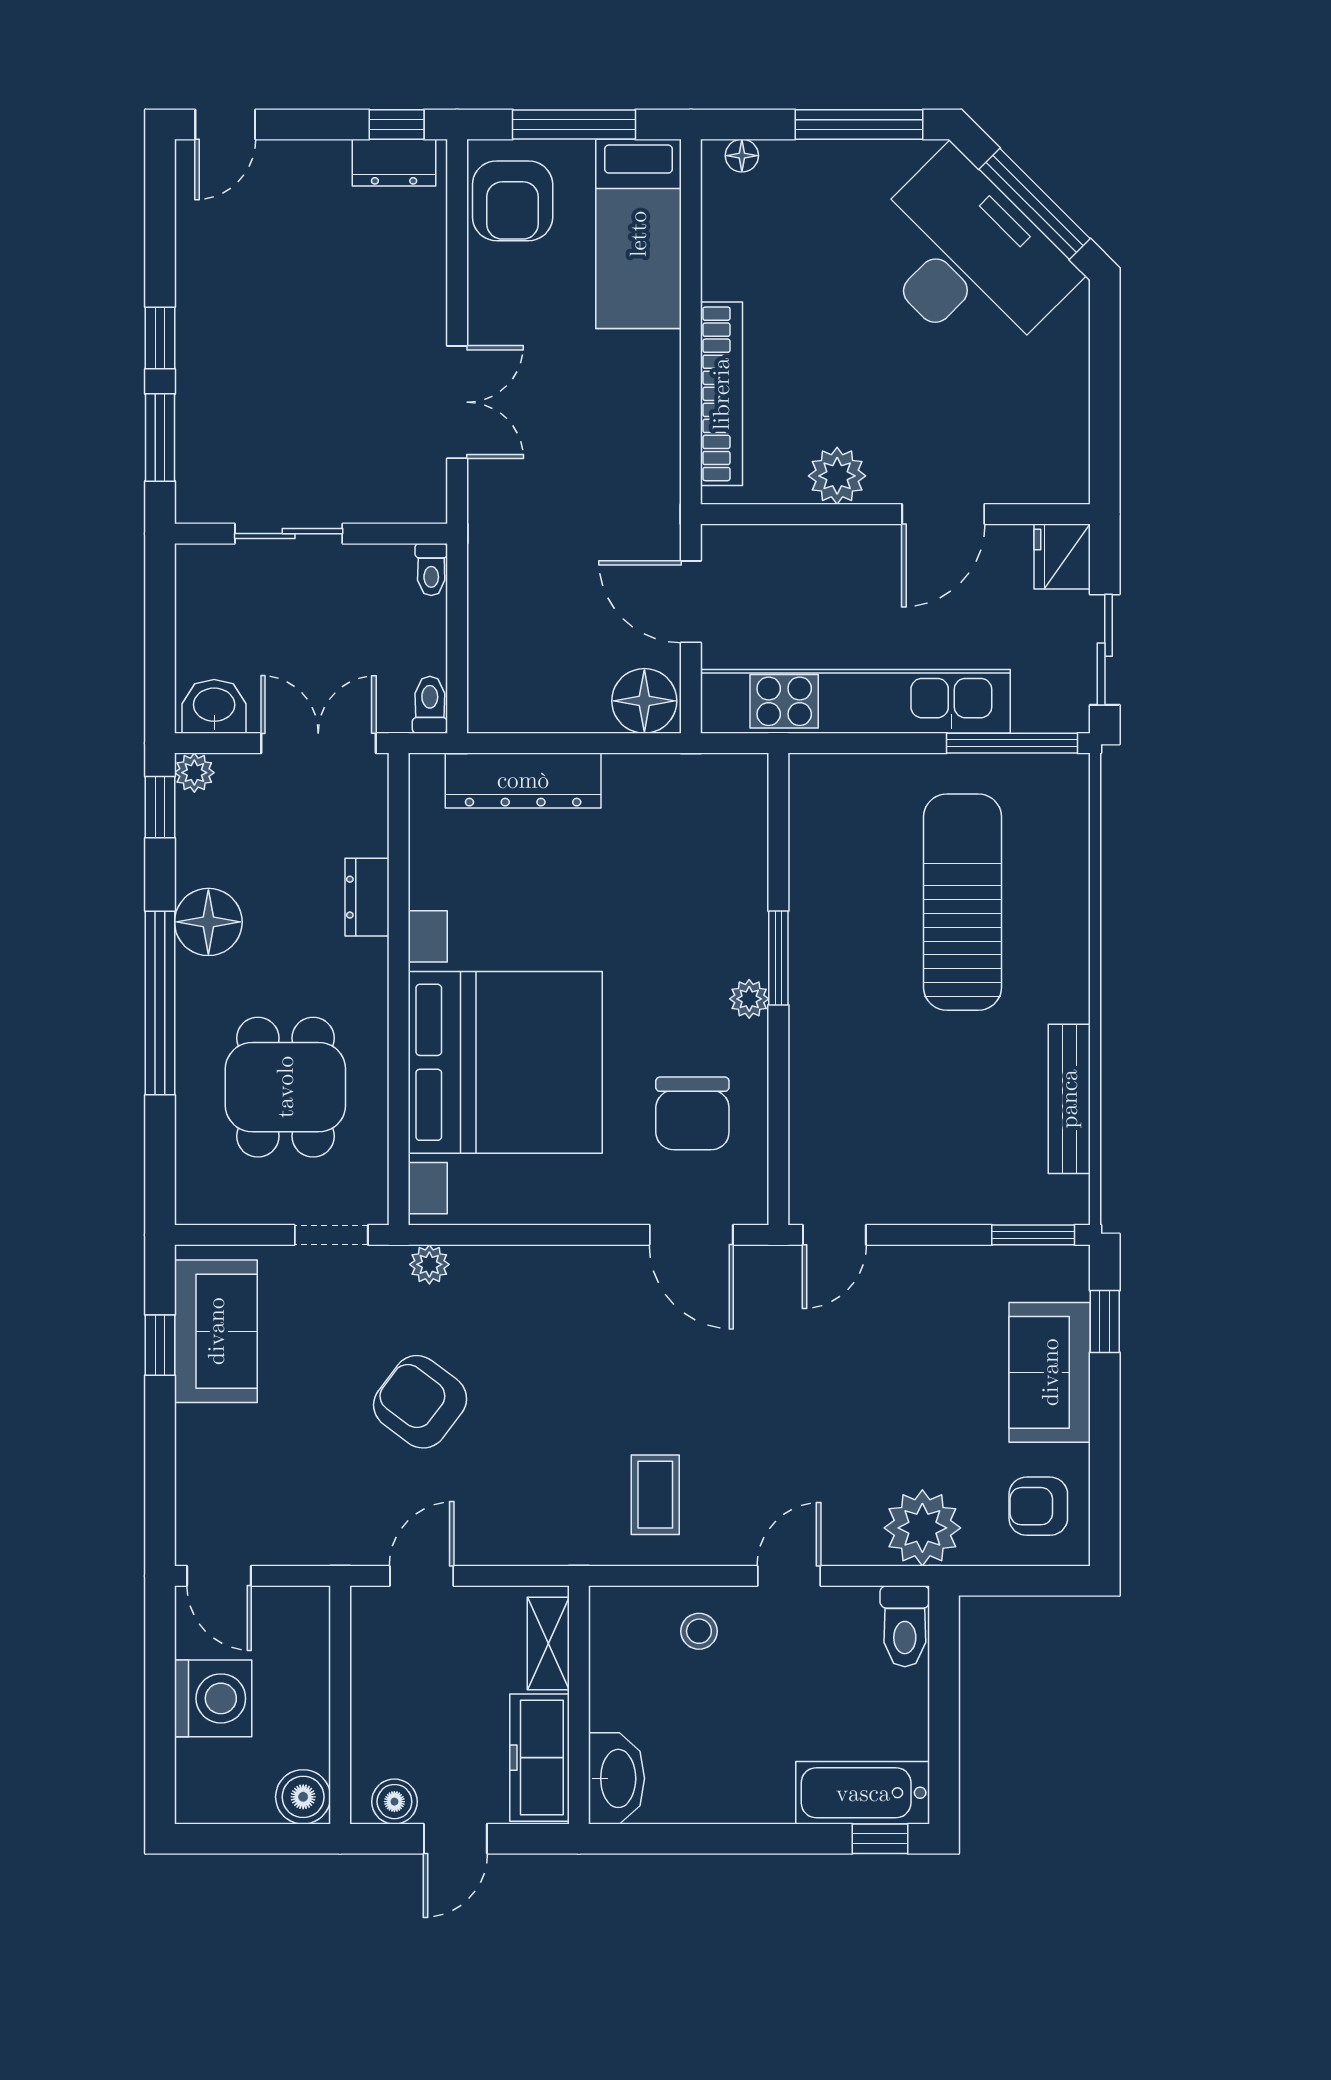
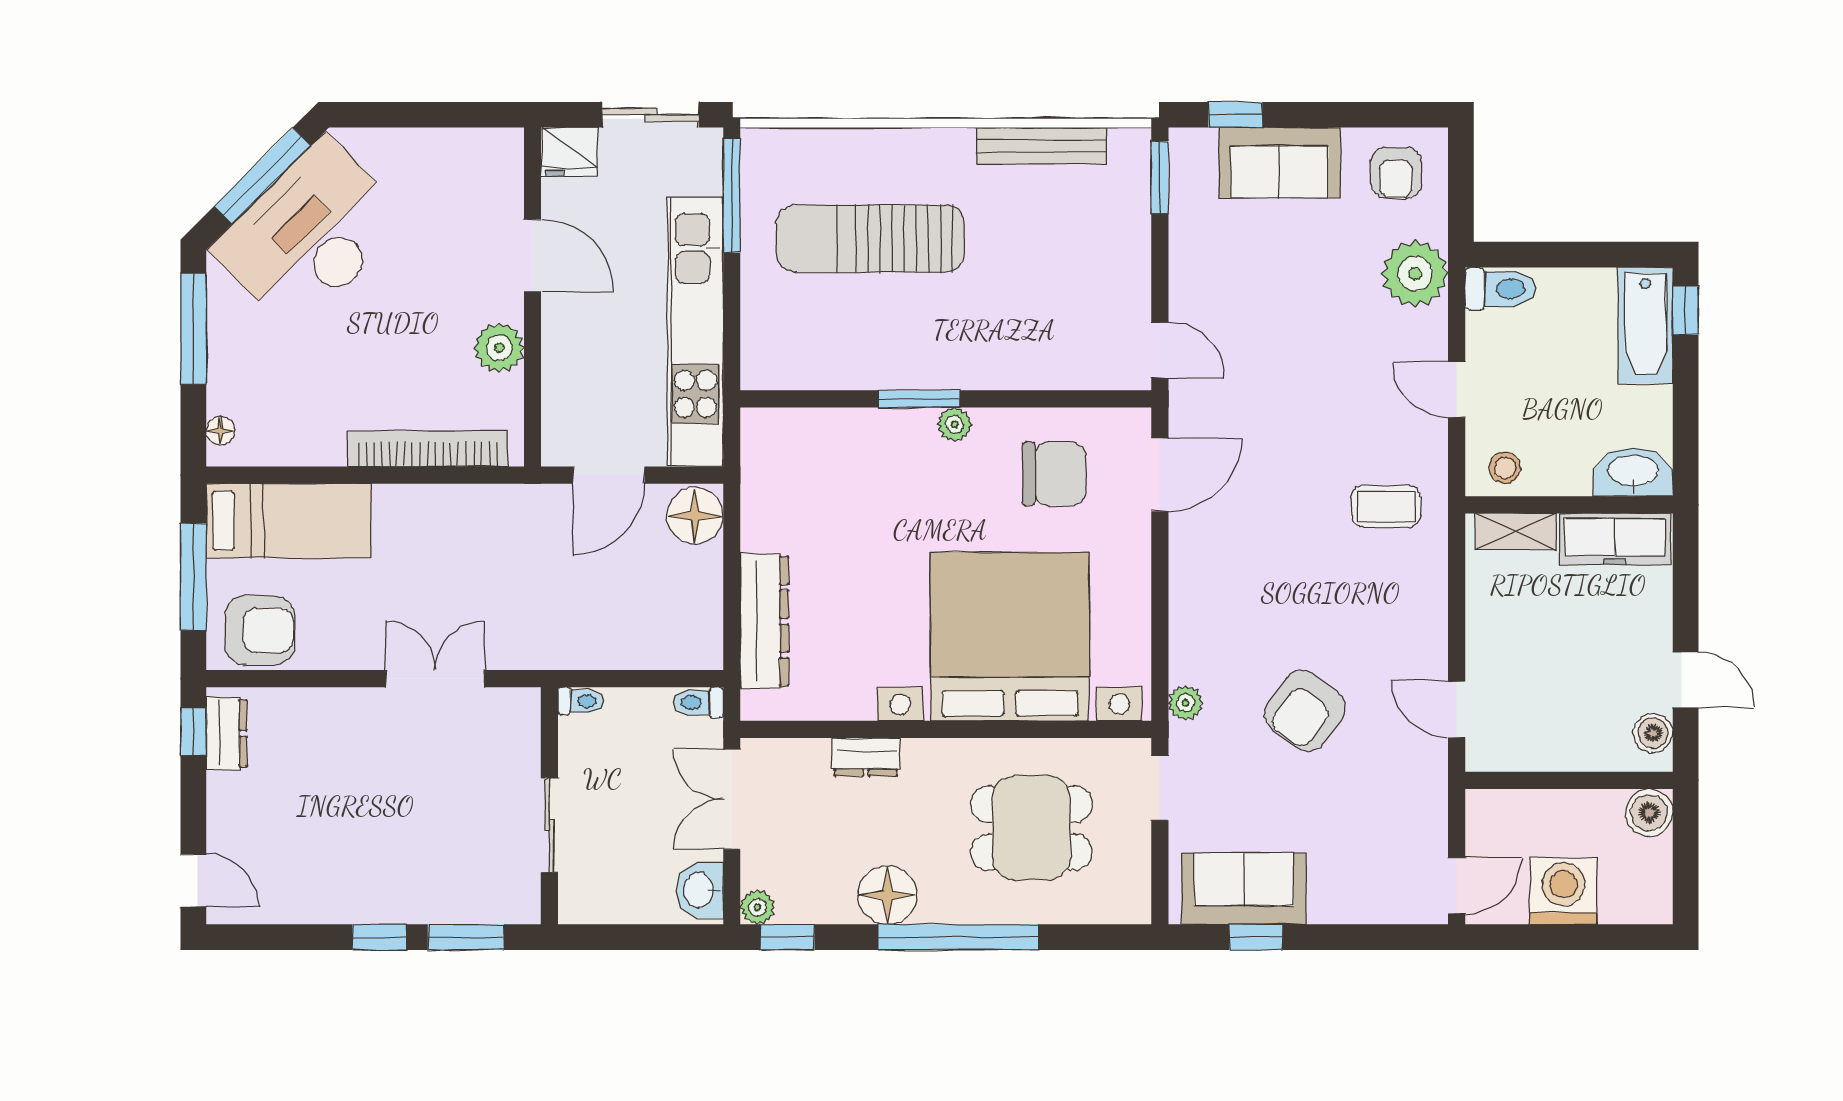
shelving: (548, 1644) -> (1516, 531), moved
wall: (579, 1705) -> (1569, 505), moved
freezer: (539, 1758) -> (1615, 539), moved
washbasin: (617, 1778) -> (1633, 472), moved

